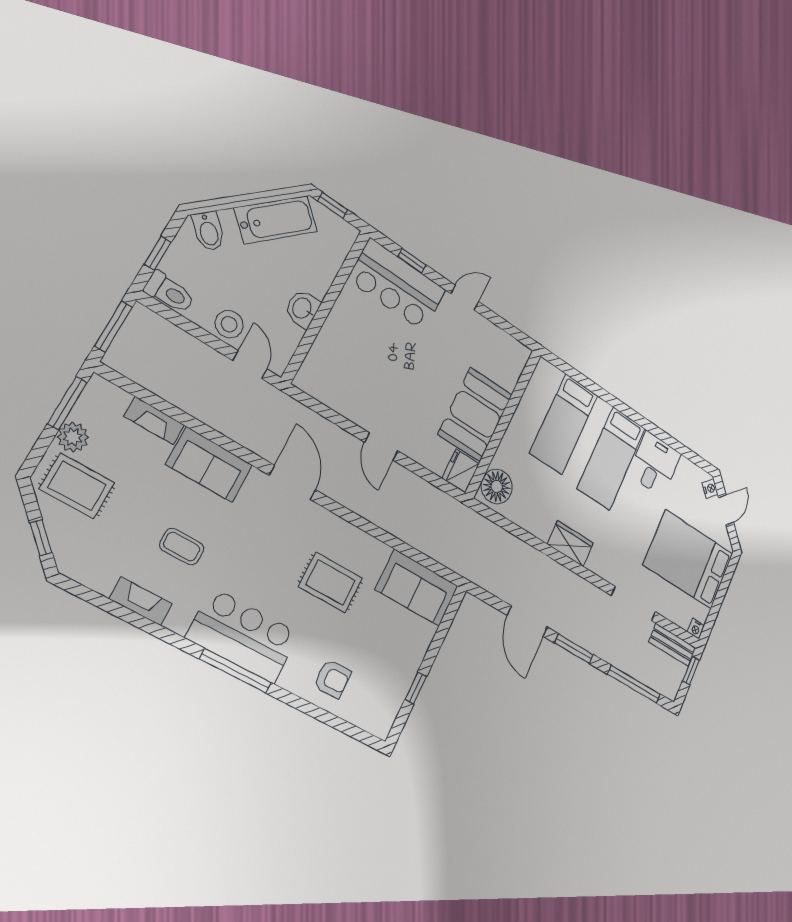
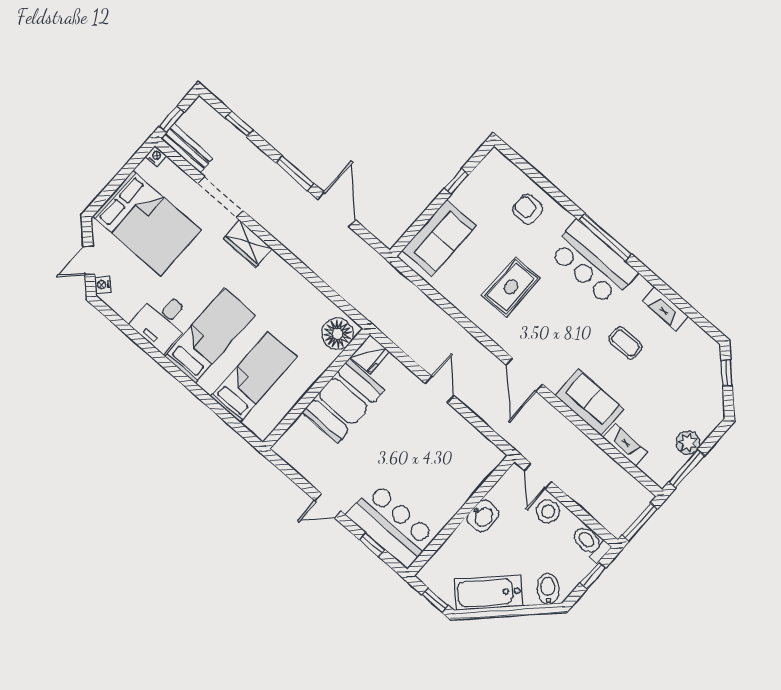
rug: (77, 486) -> (693, 406), removed
wardrobe: (570, 544) -> (248, 244), moved
rug: (331, 582) -> (511, 287), turned 90
sofa: (417, 588) -> (439, 238), moved, turned 90
window: (634, 684) -> (239, 124), width x0.46

